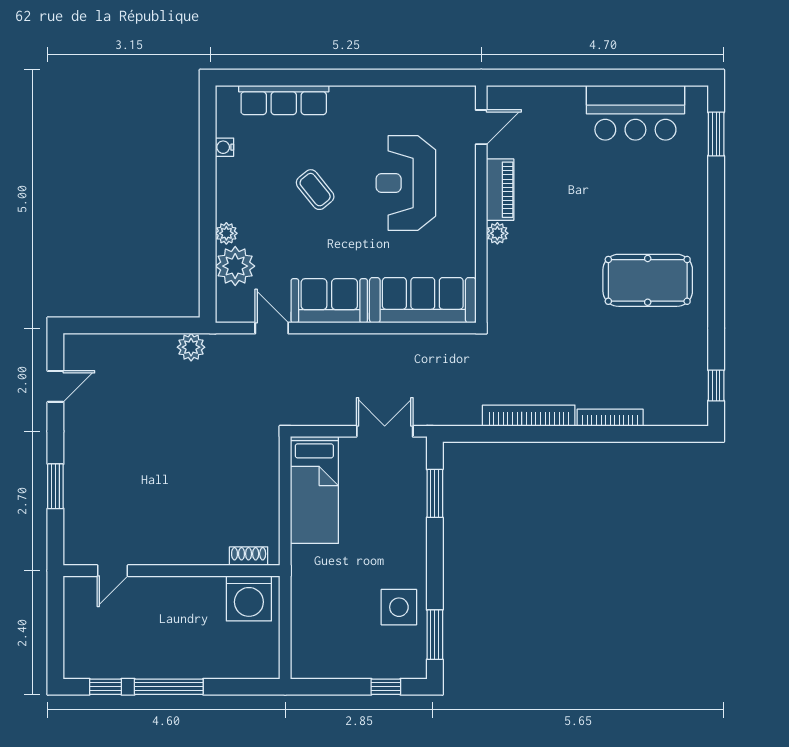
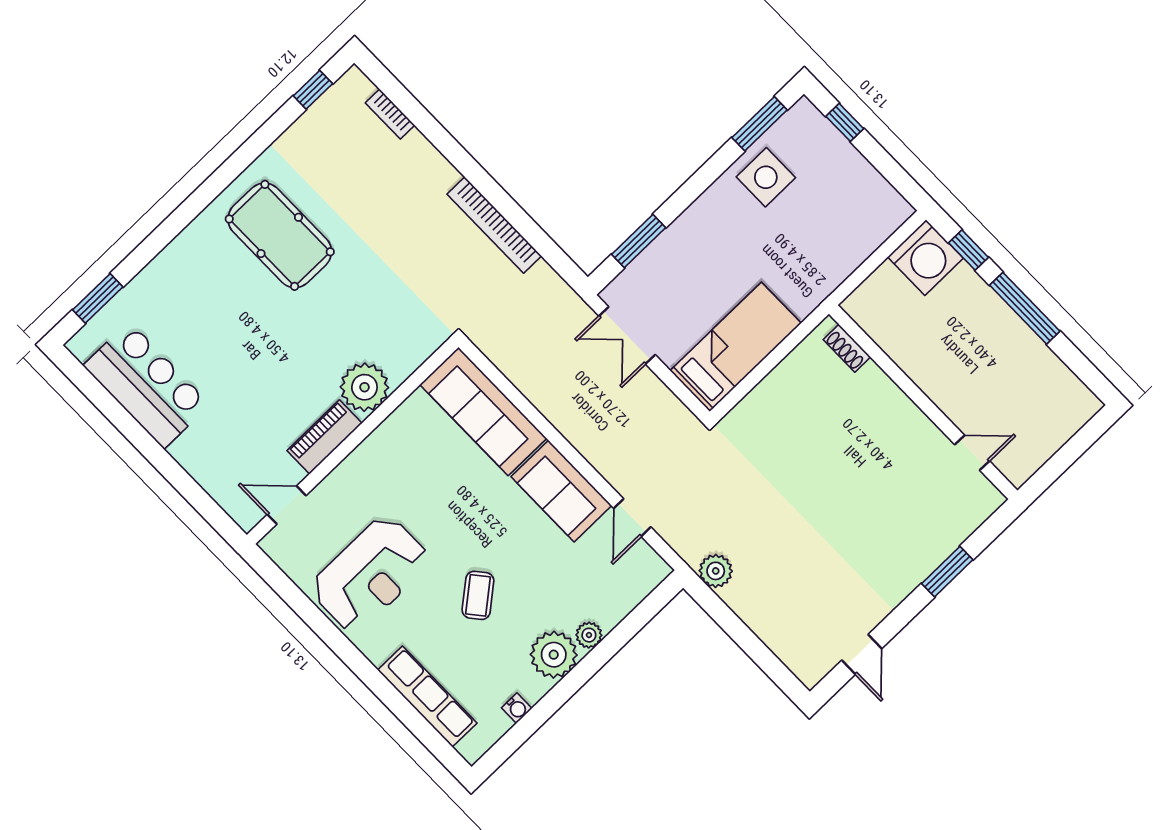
reception desk: (406, 183) -> (370, 574), moved
plant: (497, 233) -> (364, 387), width x1.88, depth x1.88
plant: (235, 266) -> (554, 655), moved
door: (55, 386) -> (862, 654), swing flipped
bookcase: (610, 418) -> (390, 114), moved, width x0.64
washing machine: (249, 598) -> (925, 258), moved, turned 90
window: (106, 687) -> (968, 250), moved

